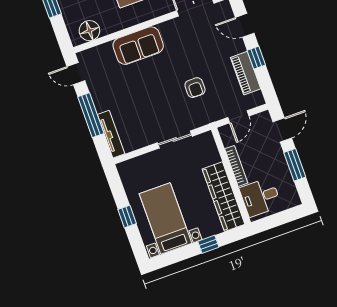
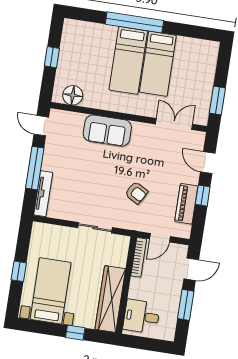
armchair: (195, 88) -> (136, 193), turned -60
bookcase: (236, 166) -> (139, 257), moved

